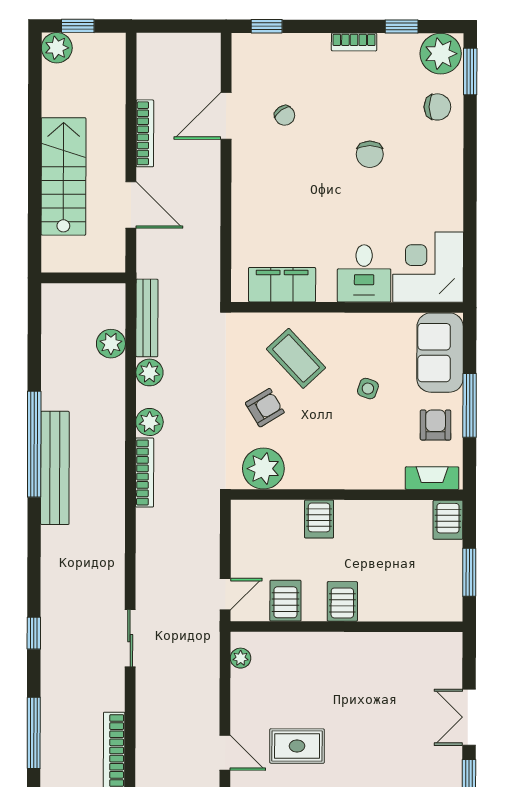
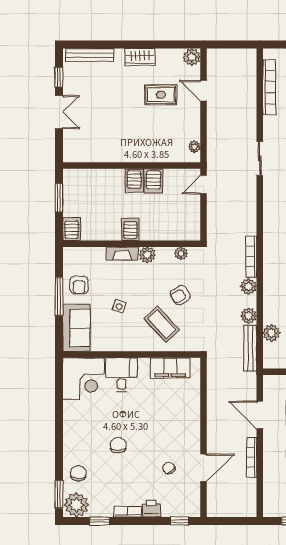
printer: (314, 47) -> (151, 509), added
chair: (437, 107) -> (78, 473), turned 90
plant: (263, 469) -> (181, 253), width x0.53, depth x0.53
plant: (320, 476) -> (147, 255), added
fireplace: (432, 478) -> (122, 254), moved
server rack: (319, 519) -> (130, 229), moved
server rack: (285, 601) -> (153, 181), moved

